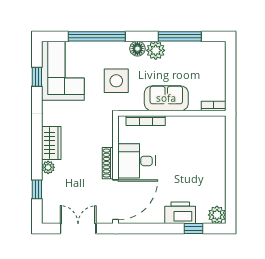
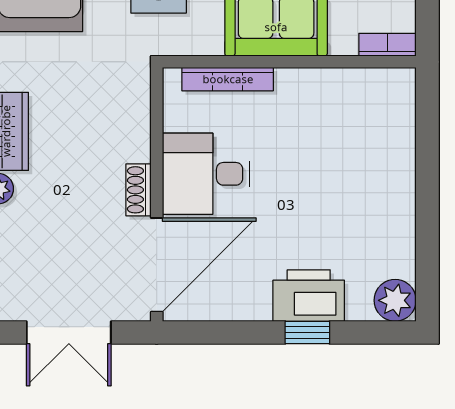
shoe rack: (108, 163) -> (138, 190), width x0.70
double door: (78, 228) -> (69, 332), swing flipped
window: (193, 228) -> (307, 332), moved

